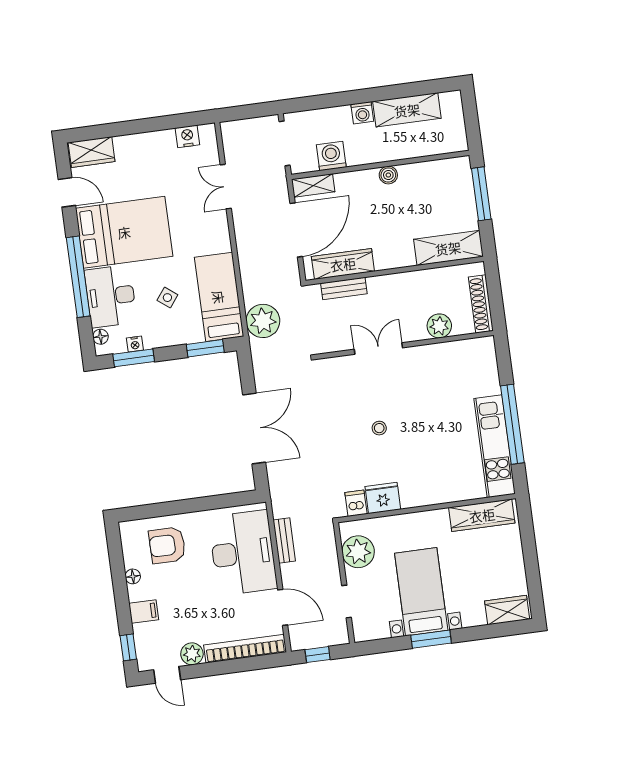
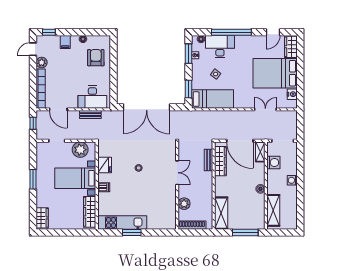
shelving: (407, 110) -> (273, 210), moved
bed: (124, 232) -> (275, 73), moved, turned 90
plant: (263, 321) -> (198, 119), removed
window: (512, 424) -> (132, 233), width x0.47
double door: (254, 428) -> (147, 107), width x1.36
dishwasher: (356, 503) -> (104, 187), moved
desk: (243, 553) -> (92, 97), width x0.73, depth x0.77
bed with nightstands: (421, 592) -> (75, 178), moved, turned 180
door: (283, 607) -> (58, 109), hinge flipped

